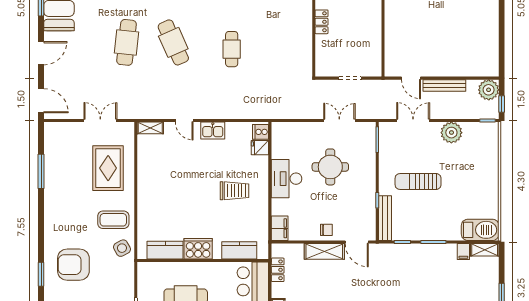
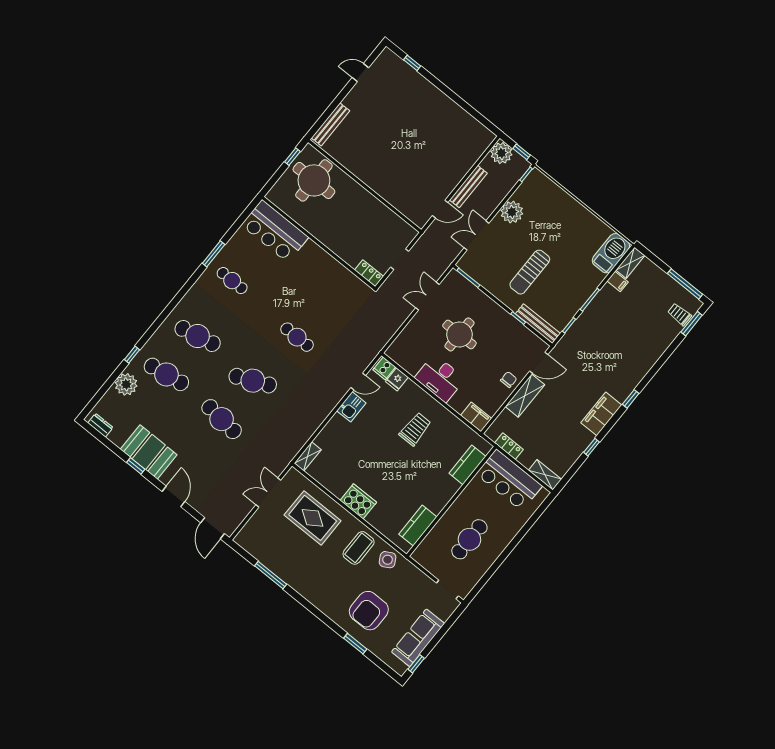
locker: (322, 22) -> (369, 273), moved
door: (41, 101) -> (213, 528), swing flipped
door: (184, 121) -> (358, 382), moved
cooker: (198, 249) -> (358, 501), moved, turned 90

